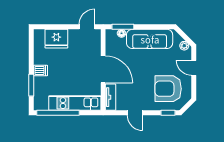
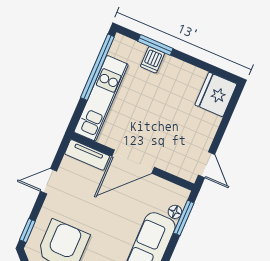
fridge: (56, 39) -> (216, 94), moved
dishwasher: (40, 70) -> (152, 60), moved

